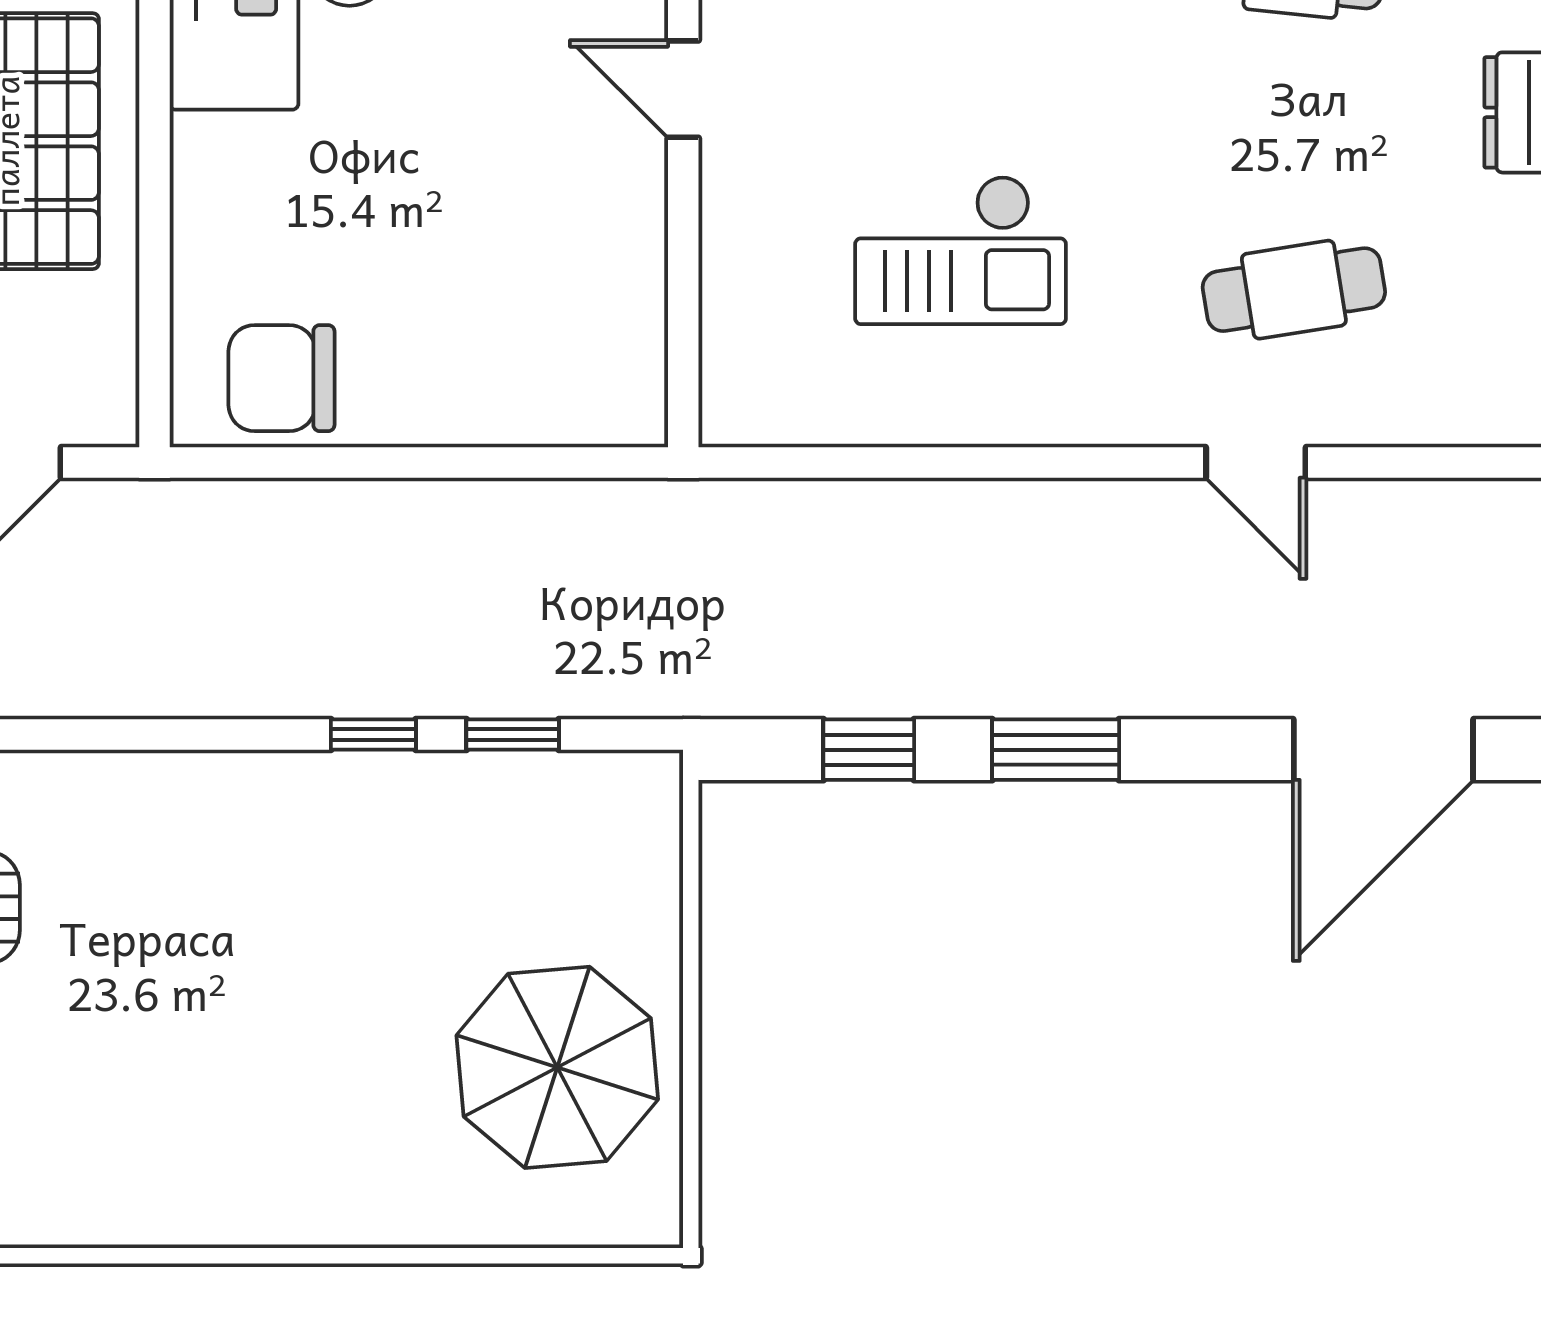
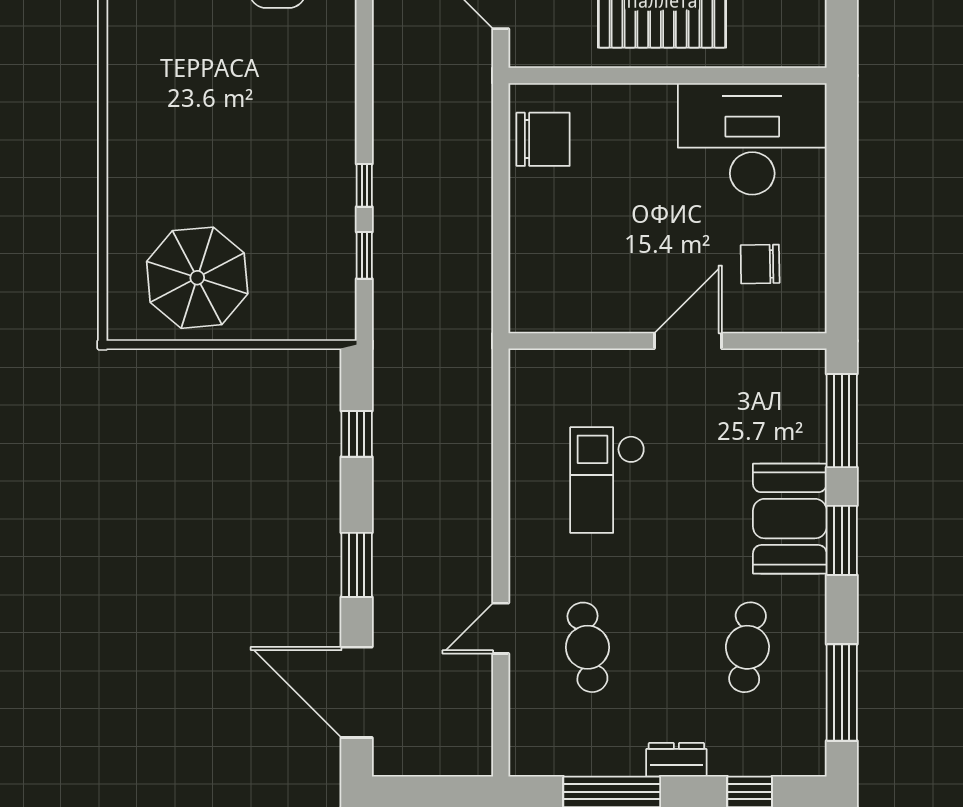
door: (683, 89) -> (688, 341), width x1.38
chair: (282, 378) -> (543, 139), turned 90
window: (1056, 750) -> (357, 565), moved

